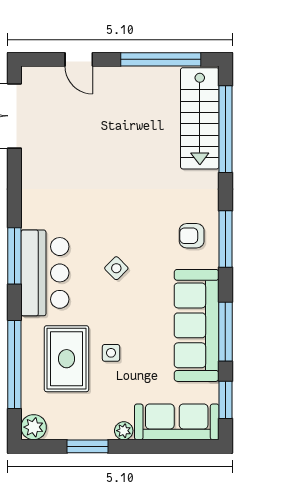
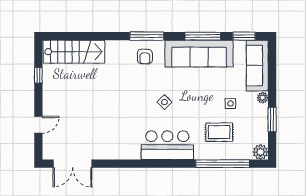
window: (161, 59) -> (38, 75), width x0.32
window: (225, 129) -> (81, 36), removed
window: (14, 256) -> (157, 164), removed
side table: (111, 353) -> (230, 103), moved
rug: (67, 359) -> (219, 132), width x0.73, depth x0.70

